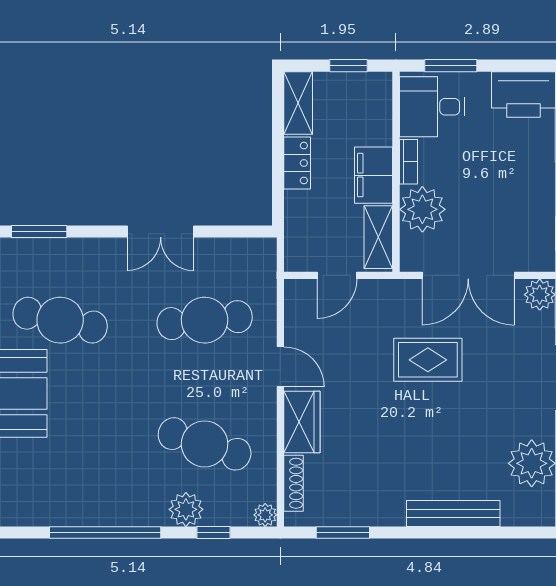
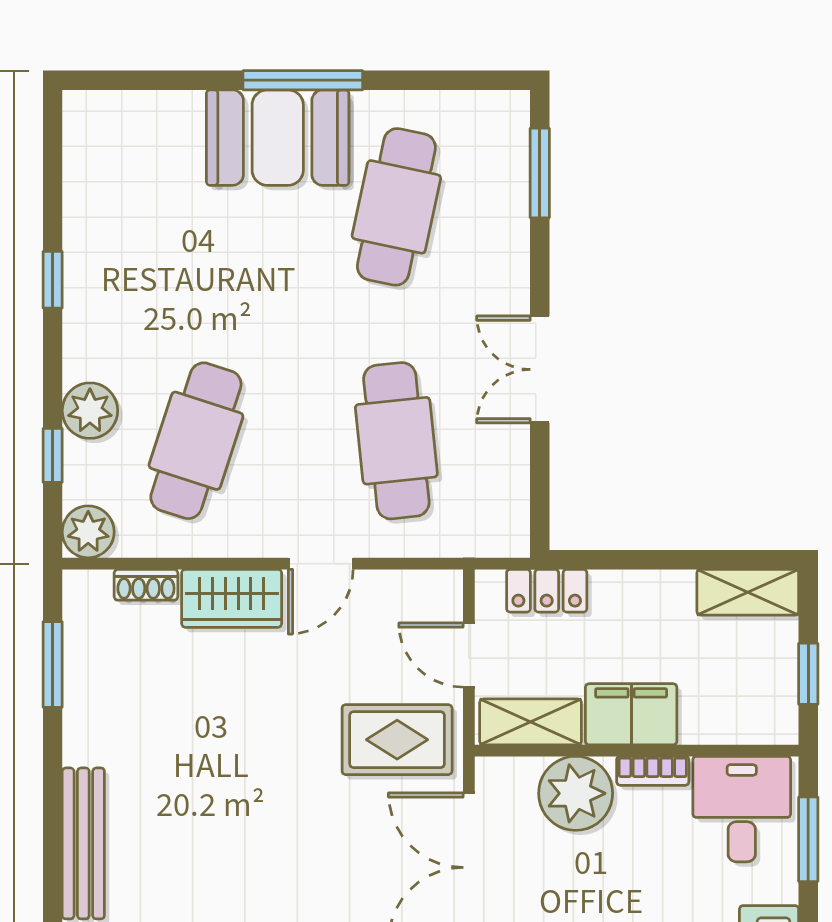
locker: (297, 163) -> (547, 591), moved
rug: (428, 360) -> (397, 740), moved, turned 90
shoe rack: (294, 483) -> (146, 585), width x0.70
plant: (265, 515) -> (88, 532), width x1.38, depth x1.38
window: (105, 533) -> (53, 280), width x0.32

